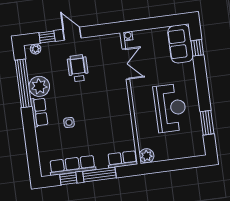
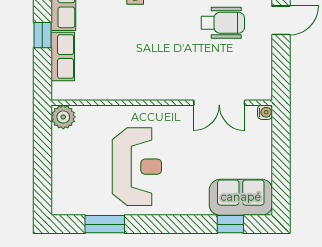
reception desk: (170, 108) -> (137, 167), turned -90
row of seats: (122, 159) -> (63, 57), moved
window: (99, 175) -> (42, 35), width x0.46

